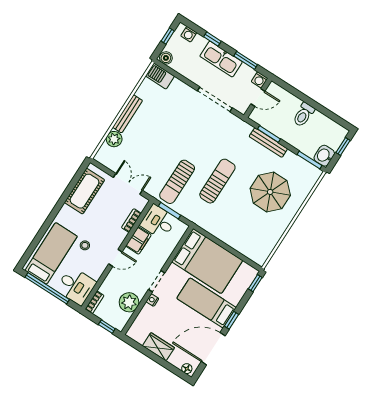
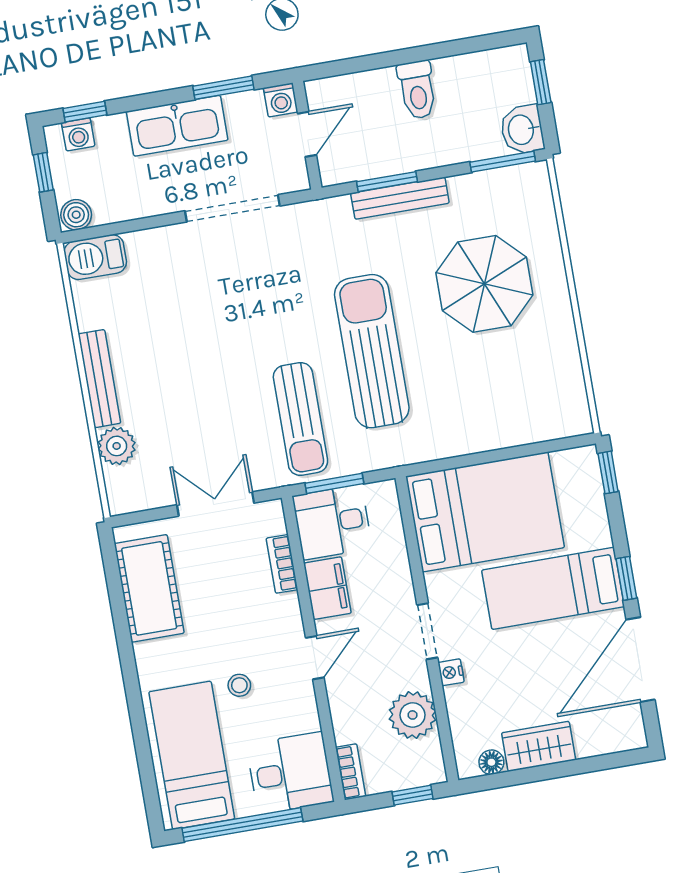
window: (212, 39) -> (85, 112), moved
sun lounger: (217, 181) -> (372, 351), width x1.36, depth x1.34
floor lamp: (187, 369) -> (491, 762), moved

